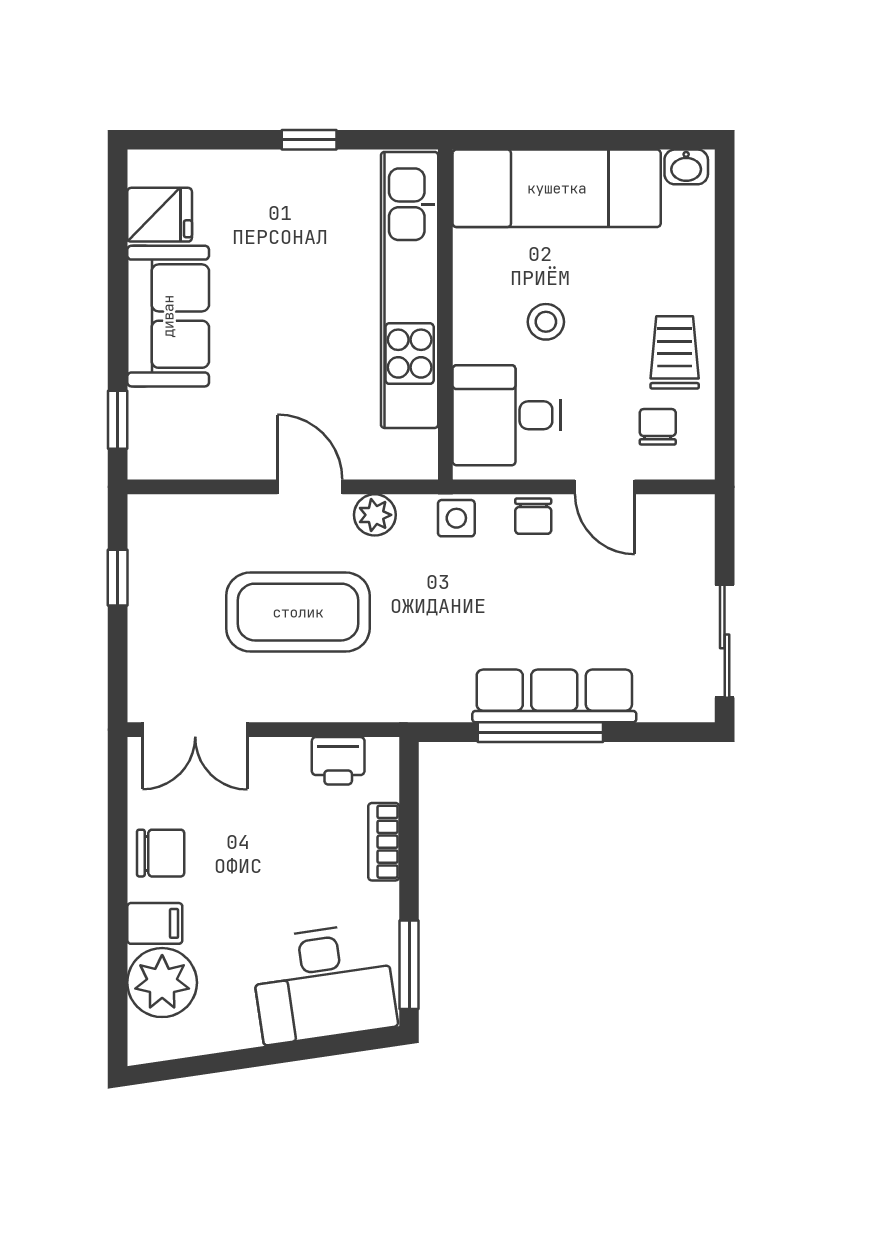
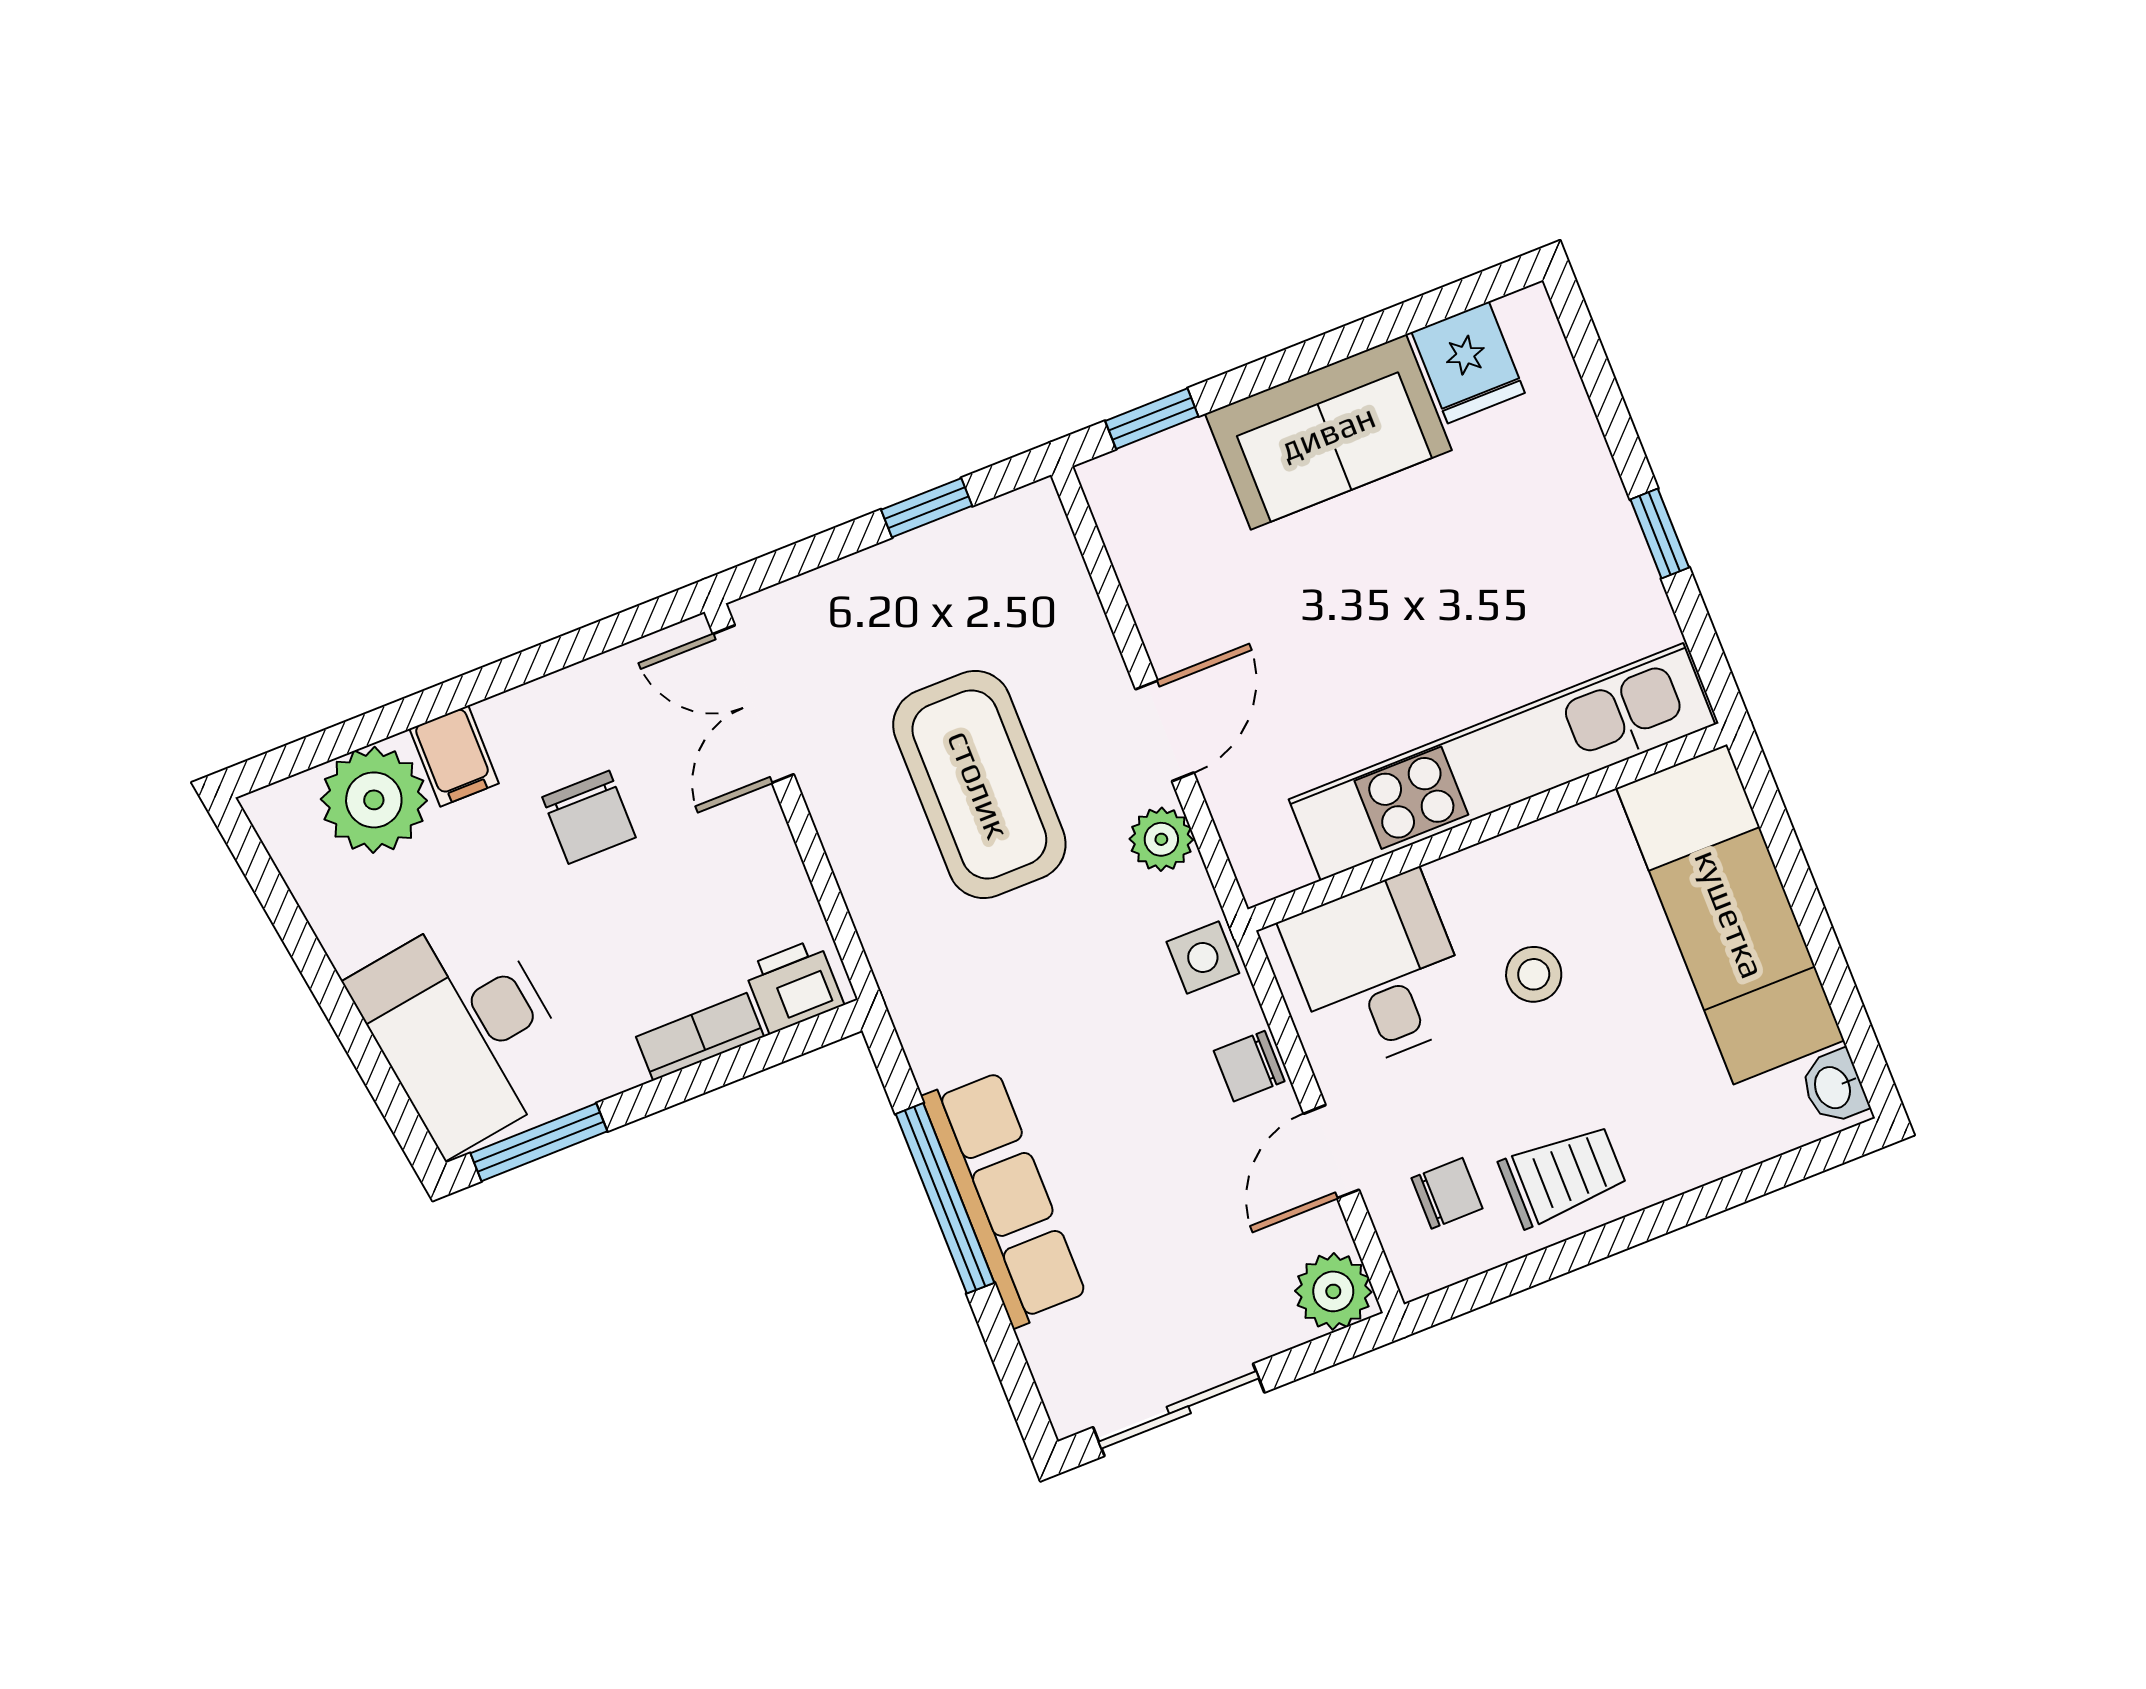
plant: (690, 519) -> (1333, 1291), added
printer: (338, 761) -> (794, 986), moved, turned 90
chair: (161, 853) -> (589, 817), moved

